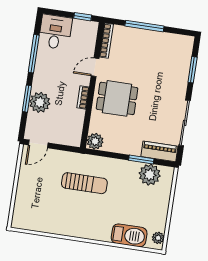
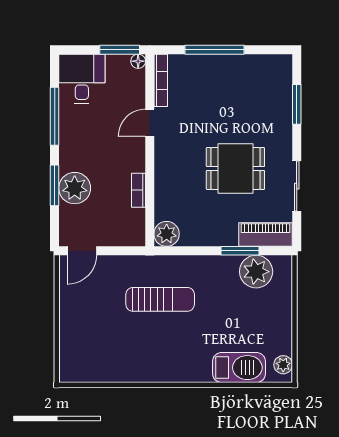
window: (83, 17) -> (120, 50), width x1.50
floor lamp: (94, 26) -> (138, 61), added
bookcase: (83, 97) -> (139, 190), moved
dining table: (117, 98) -> (235, 169), moved
sliding door: (185, 123) -> (297, 186), width x0.73

